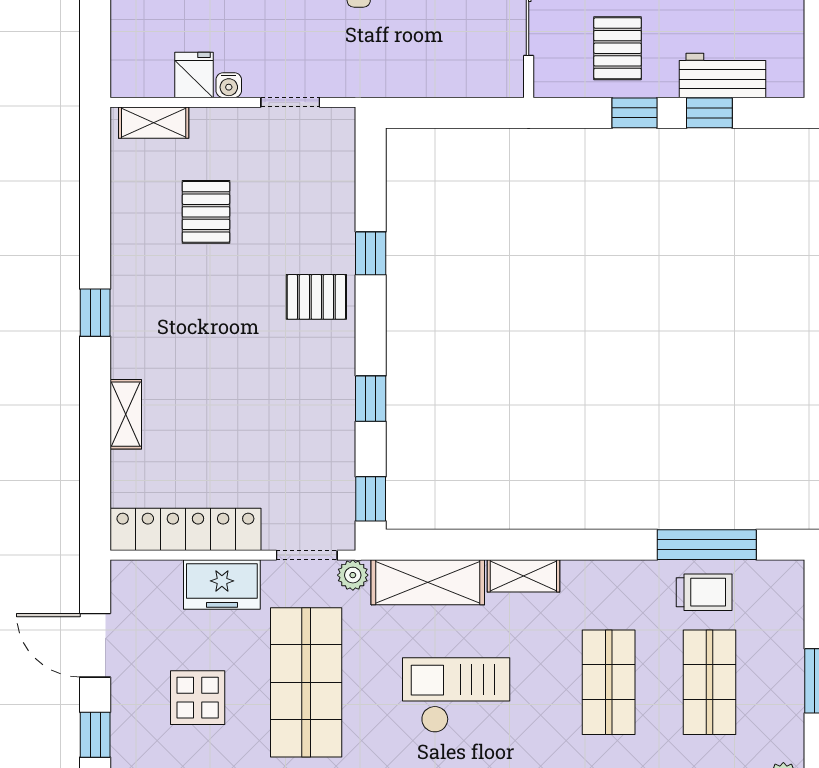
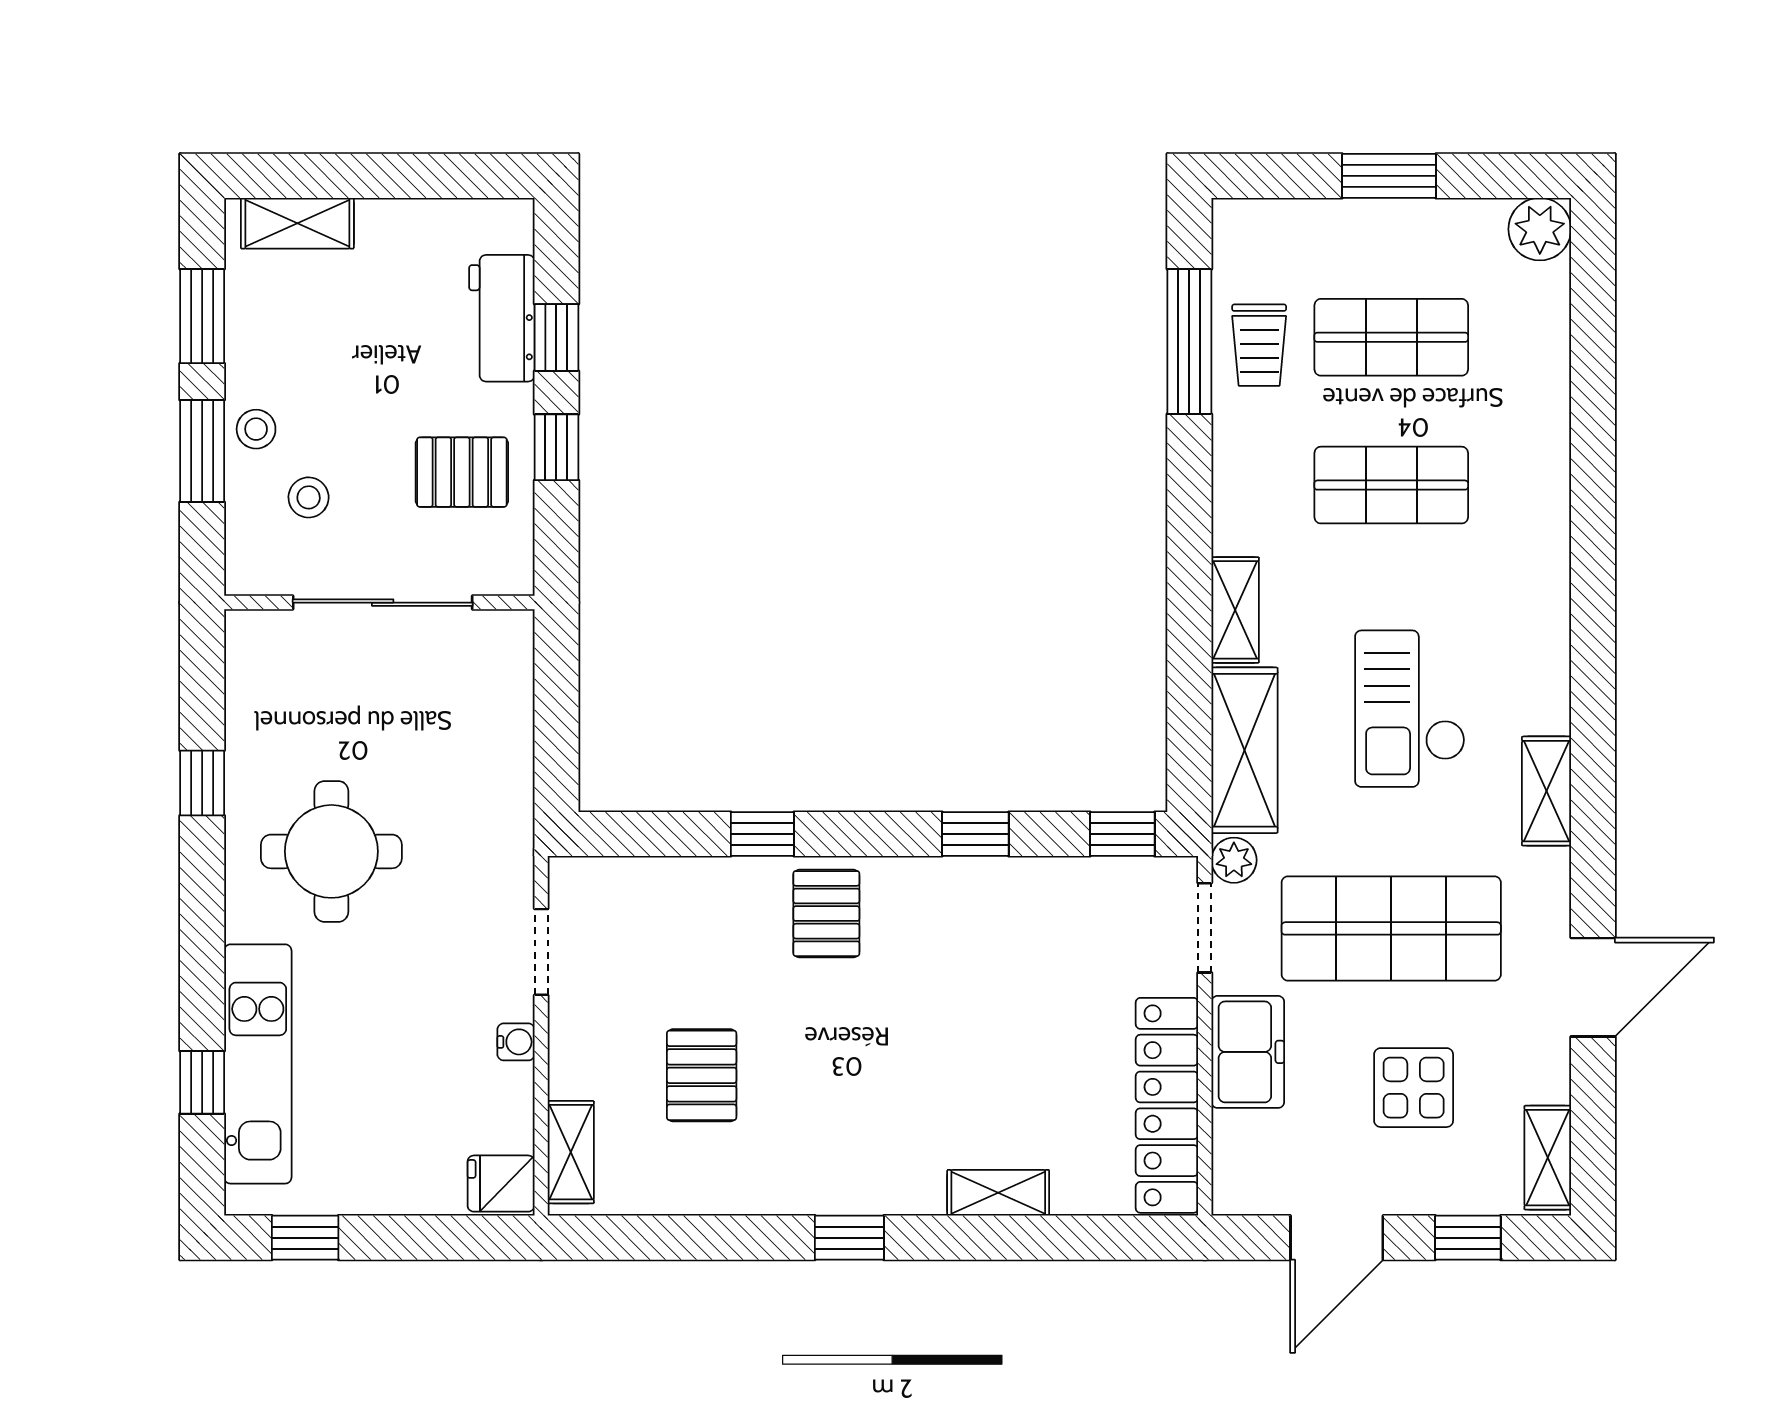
fridge: (194, 75) -> (501, 1184), moved
pallet: (206, 212) -> (702, 1075), turned 90
trolley: (704, 592) -> (1259, 345), turned 180

